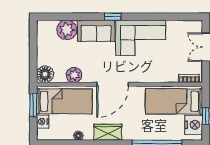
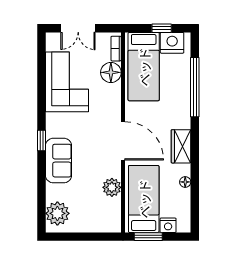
plant: (67, 30) -> (57, 213), moved
corner sofa: (141, 38) -> (67, 82), moved
floor lamp: (45, 74) -> (111, 72), moved

